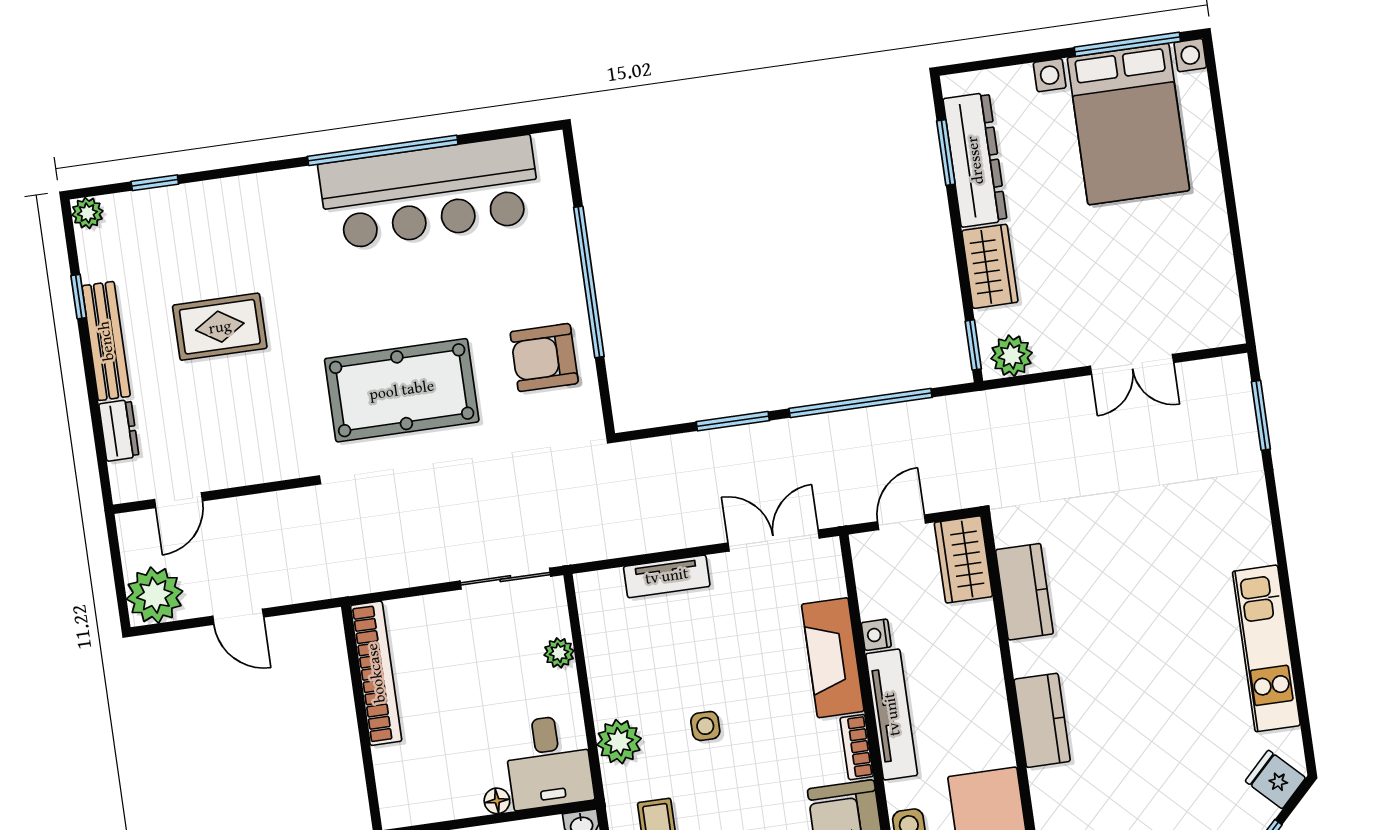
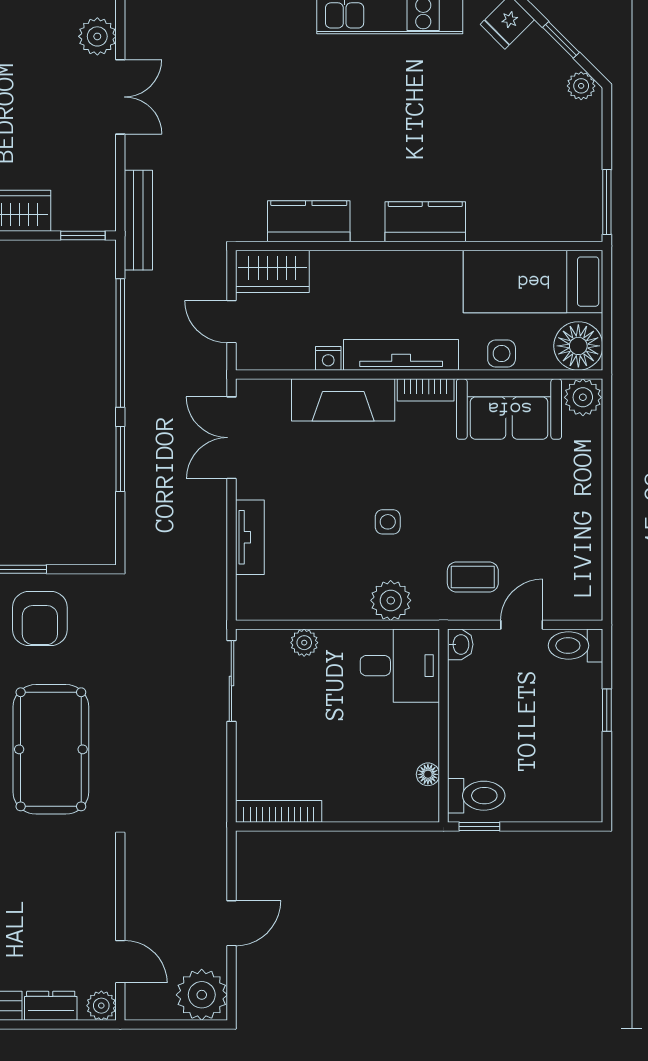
plant: (1012, 356) -> (97, 36), moved
bench: (999, 404) -> (138, 220), added
plant: (127, 486) -> (101, 1006), added
bookcase: (376, 673) -> (279, 811), width x0.68, depth x0.76
floor lamp: (497, 801) -> (428, 774), moved

